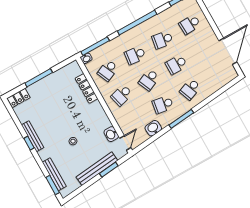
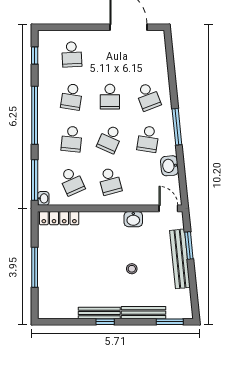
school desk: (149, 80) -> (110, 139), turned 48
locker: (86, 88) -> (59, 218), moved
locker: (19, 98) -> (45, 304), removed
washbasin: (111, 134) -> (133, 219), moved
bench: (54, 174) -> (144, 313), moved

